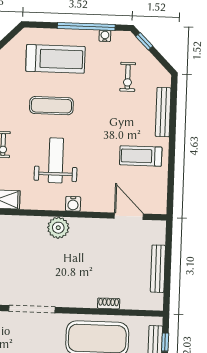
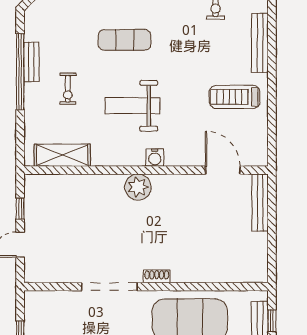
weight bench: (56, 160) -> (132, 106), turned -90
bench: (158, 269) -> (260, 203), moved
shoe rack: (109, 303) -> (157, 276), moved

